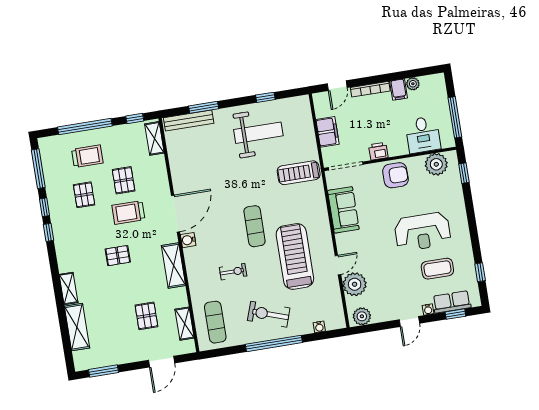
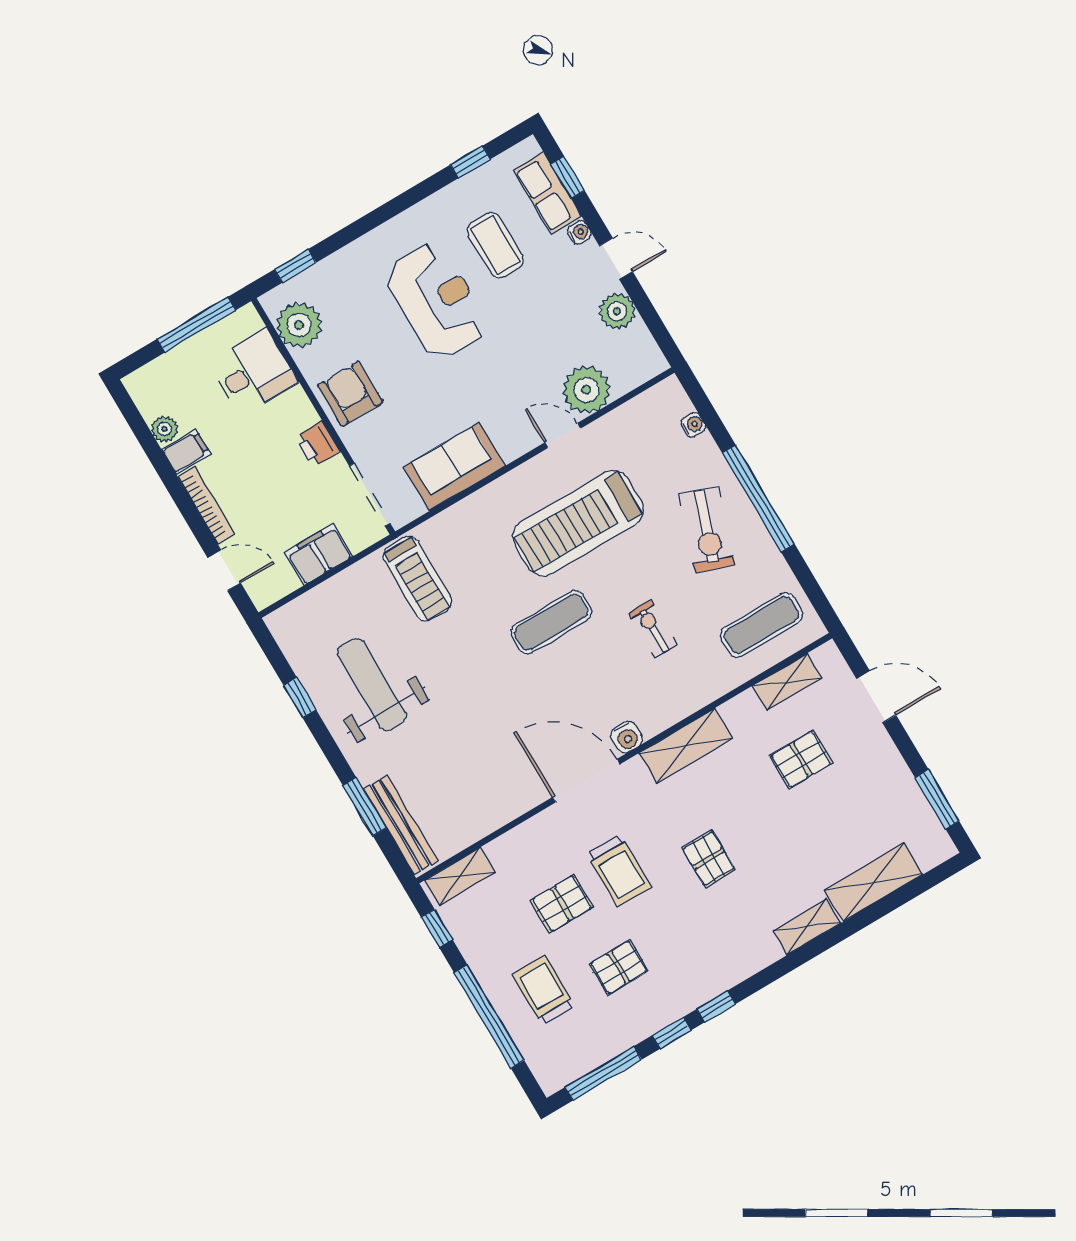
plant: (362, 316) -> (617, 311), moved

